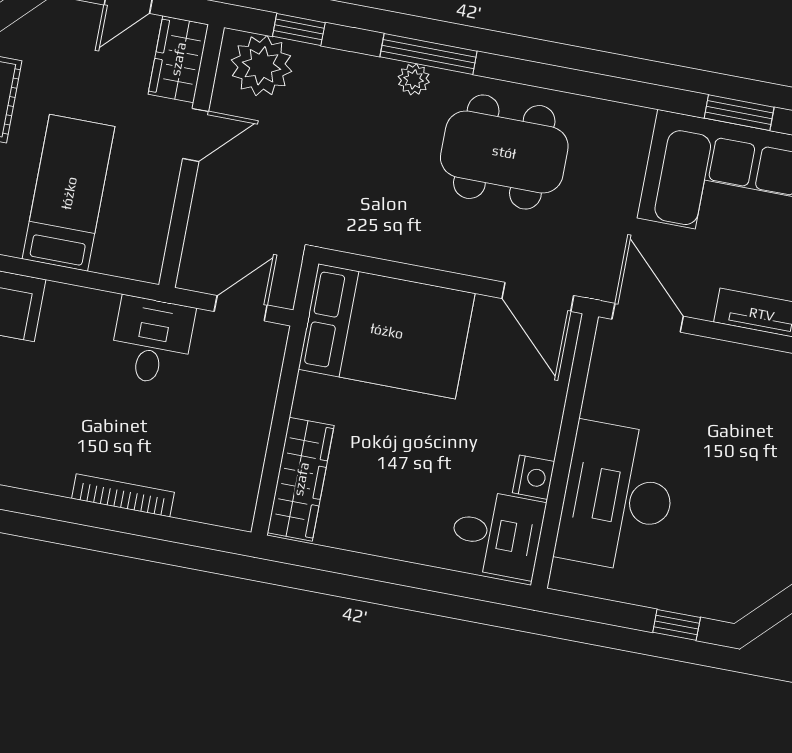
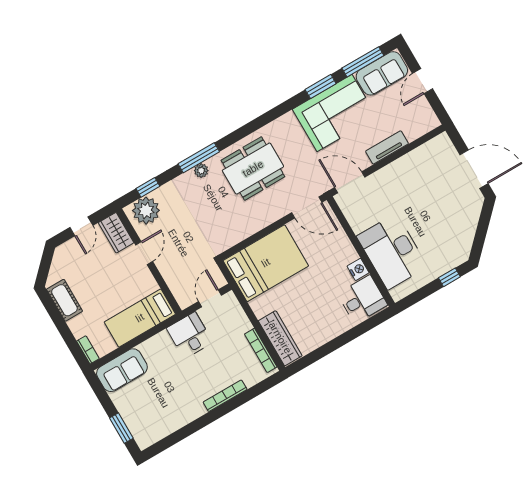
bed: (69, 193) -> (140, 318), moved, turned -90
bookcase: (250, 471) -> (261, 350), added

